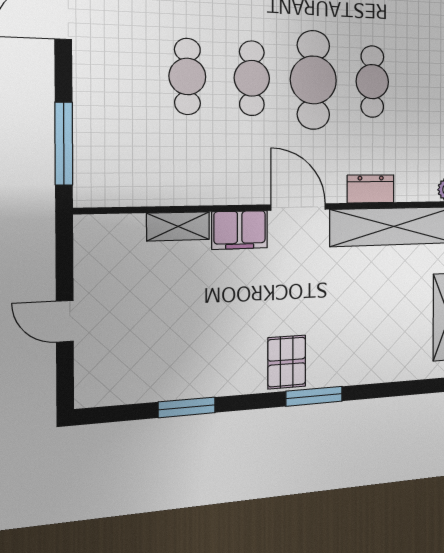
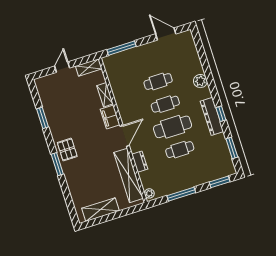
shelving: (89, 249) -> (89, 67), added
pallet: (287, 362) -> (67, 149), turned 90

